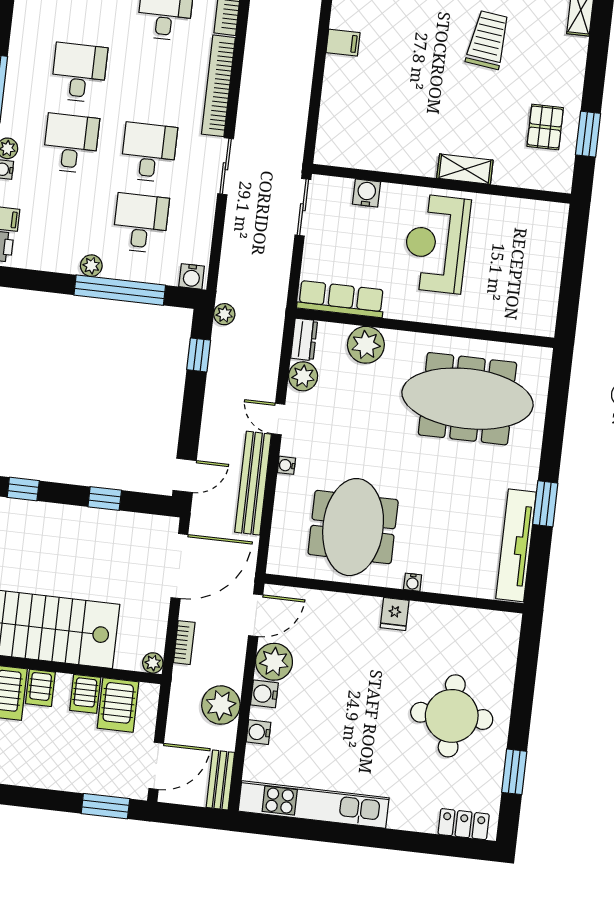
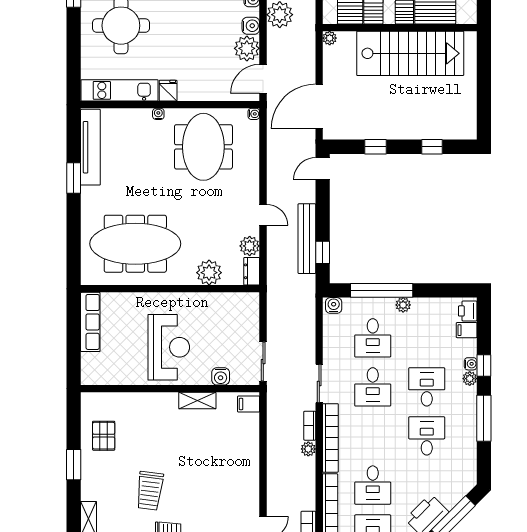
filing cabinet: (343, 43) -> (249, 404), moved
desk: (79, 73) -> (427, 436), turned 180
window: (588, 134) -> (74, 465), moved
desk: (71, 143) -> (427, 387), turned 180
shelving: (465, 169) -> (197, 400), moved
row of seats: (341, 299) -> (90, 322), moved, turned -90
plant: (224, 314) -> (308, 449), moved
water cooler: (286, 465) -> (254, 114), moved
bench: (253, 483) -> (307, 239), moved
kitchen unit: (465, 623) -> (119, 90), added
bookcase: (184, 643) -> (310, 426), moved

